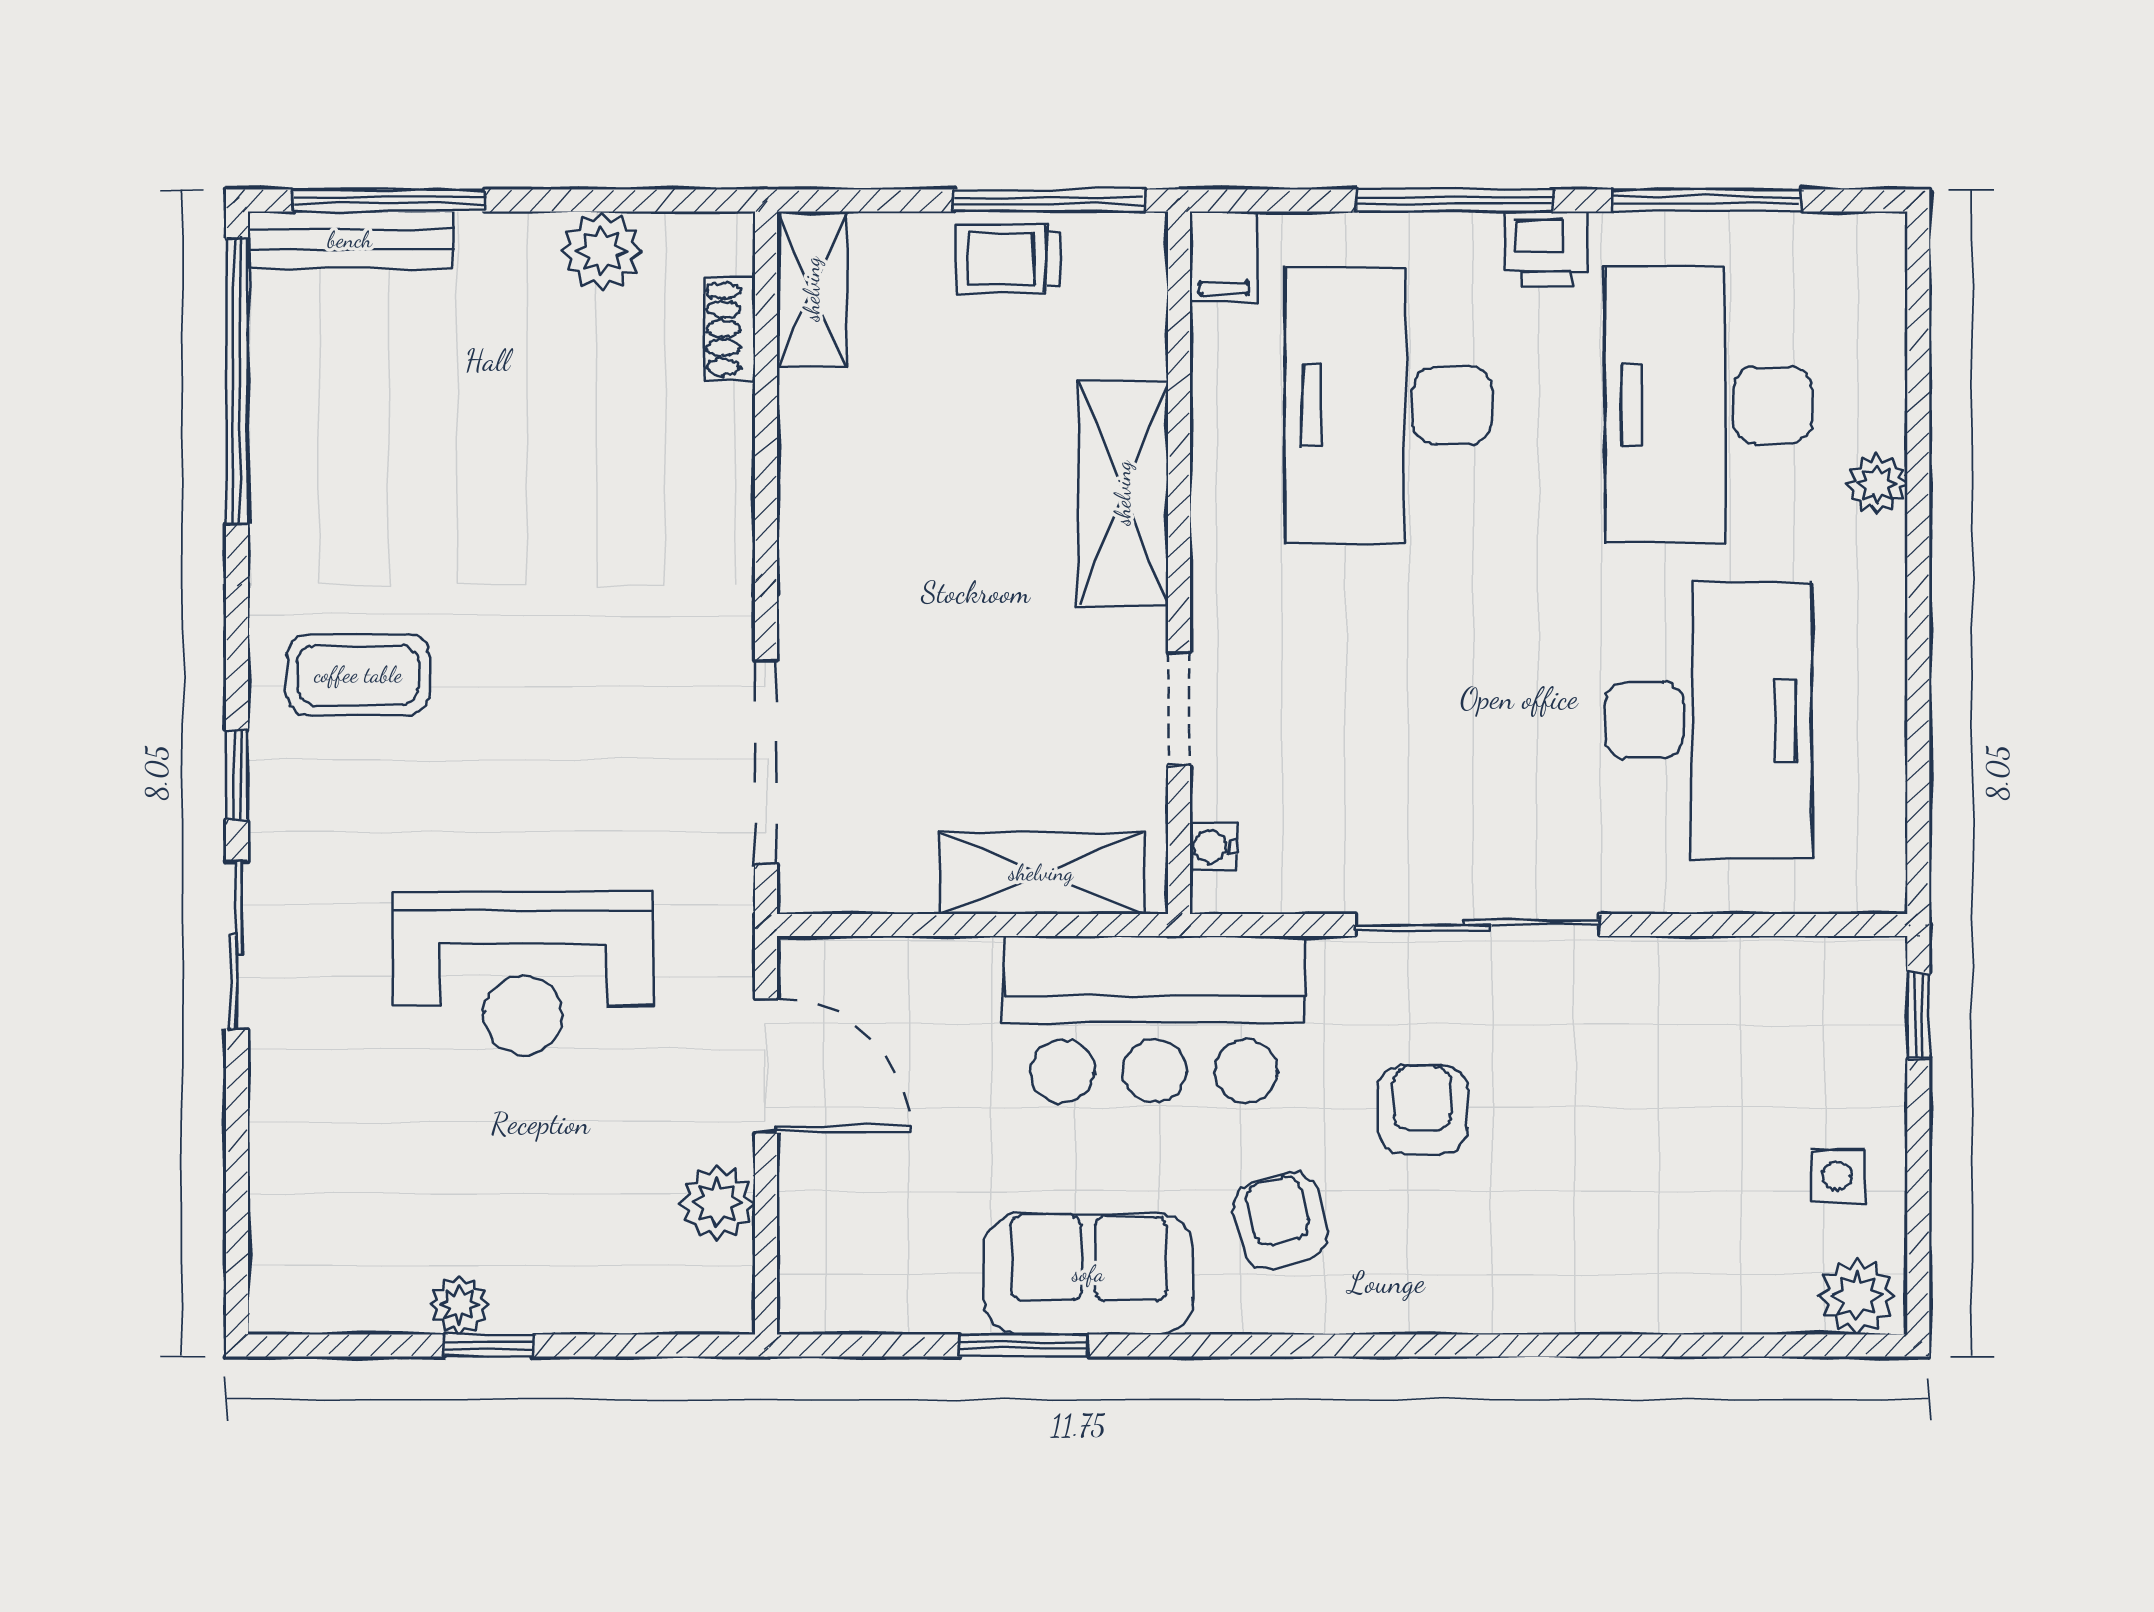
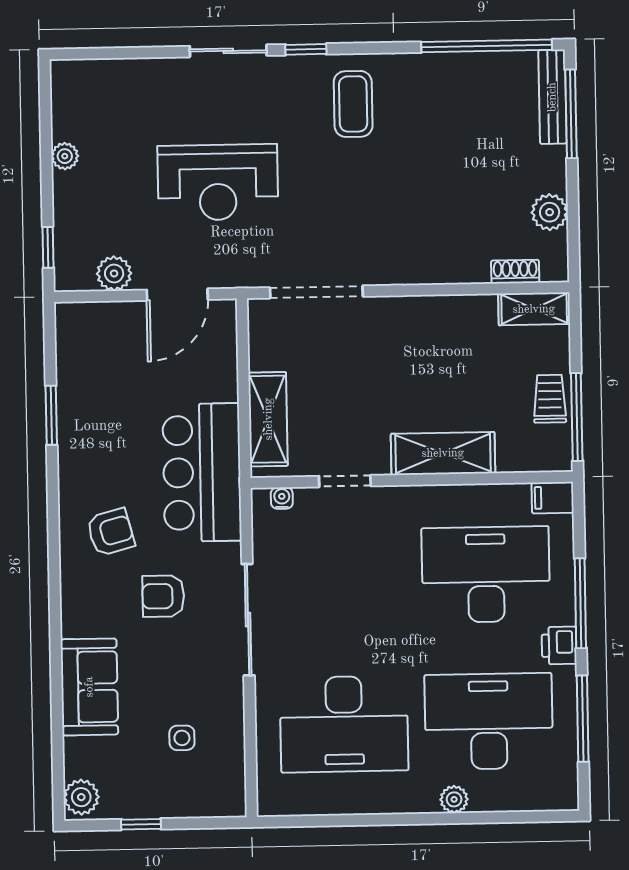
reception desk: (523, 973) -> (218, 182), turned -90
window: (1918, 1015) -> (141, 824), moved
armchair: (1422, 1109) -> (163, 596), turned 180
side table: (1837, 1176) -> (182, 738), moved
sofa: (1088, 1274) -> (89, 687), moved
window: (489, 1345) -> (48, 247), moved

